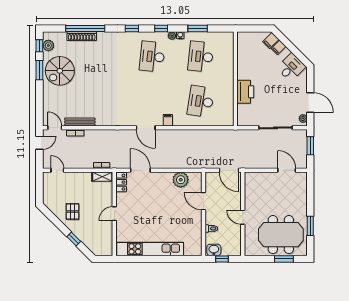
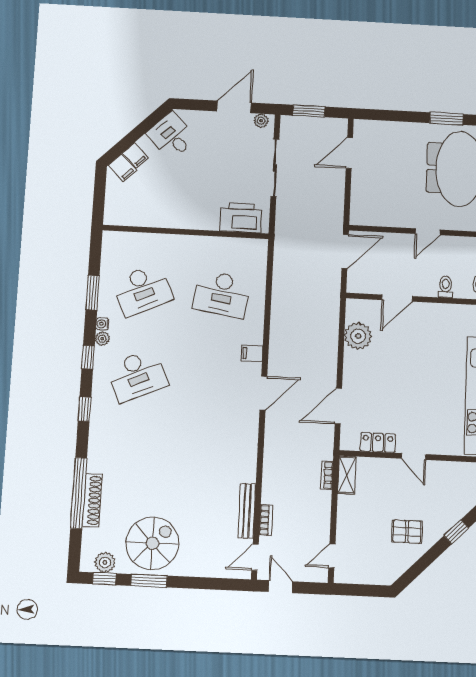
desk: (152, 57) -> (137, 375), turned -30
desk: (201, 57) -> (143, 290), turned -30
spiral stairs: (60, 71) -> (152, 543), turned -90
printer: (245, 92) -> (241, 218), moved
locker: (121, 182) -> (378, 443), moved

